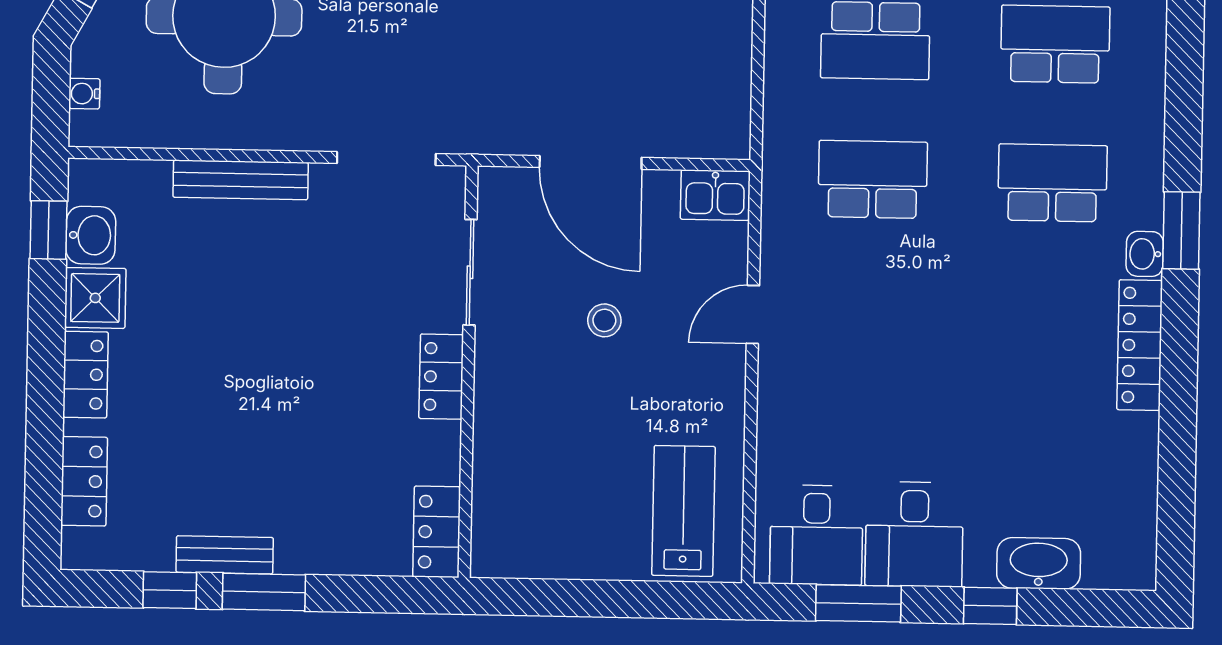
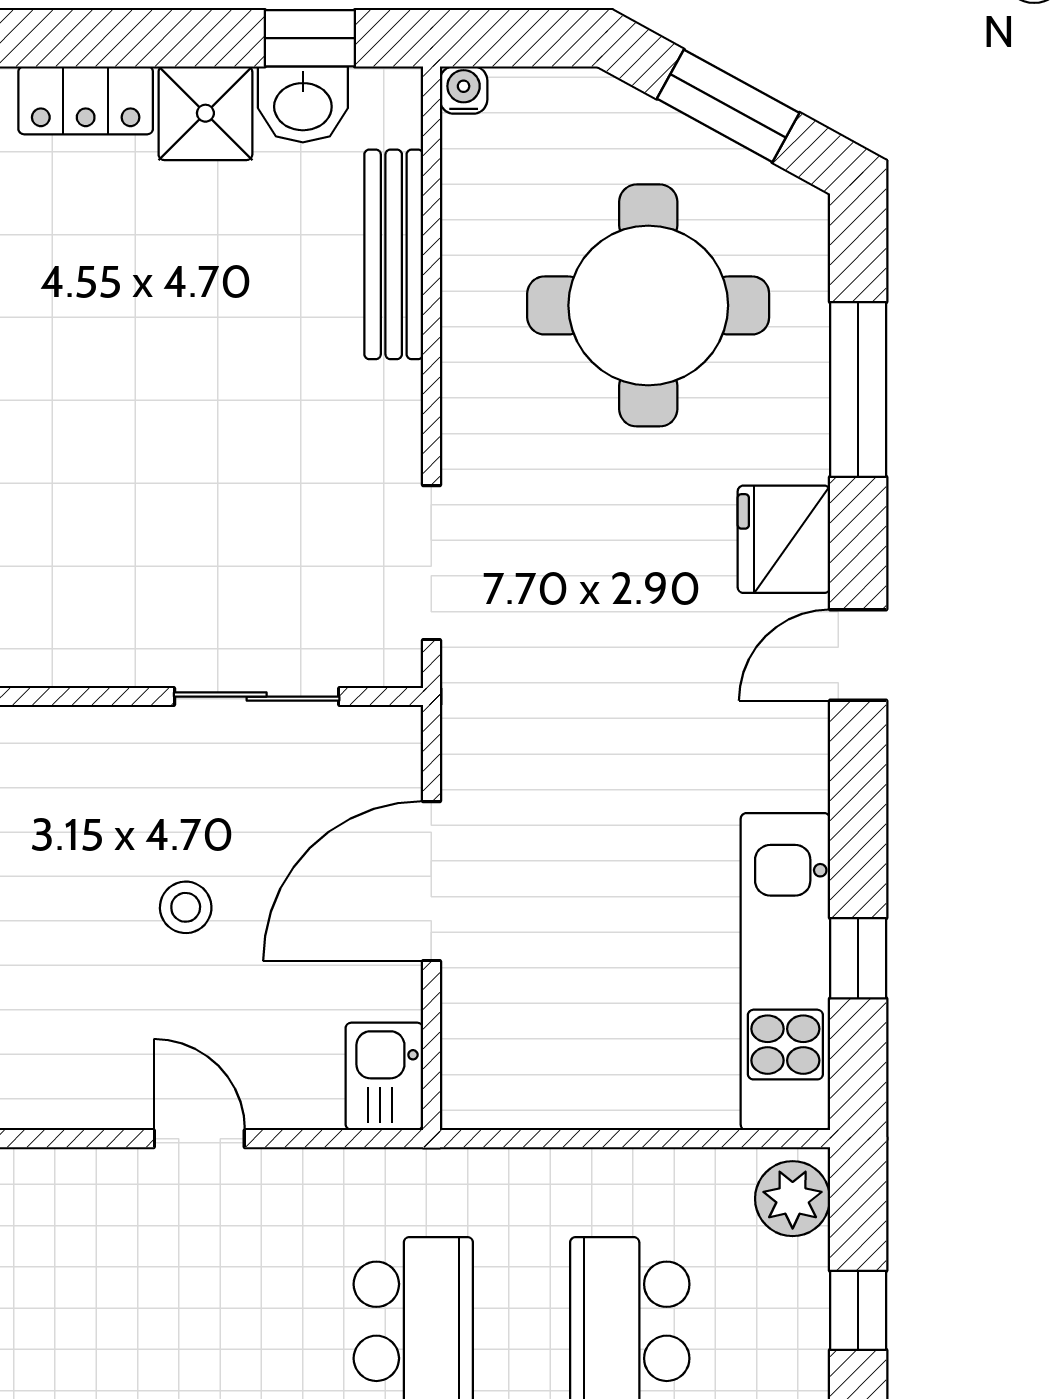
water cooler: (84, 94) -> (464, 90), moved
bench: (241, 180) -> (394, 254), moved
locker: (441, 377) -> (93, 655), removed

